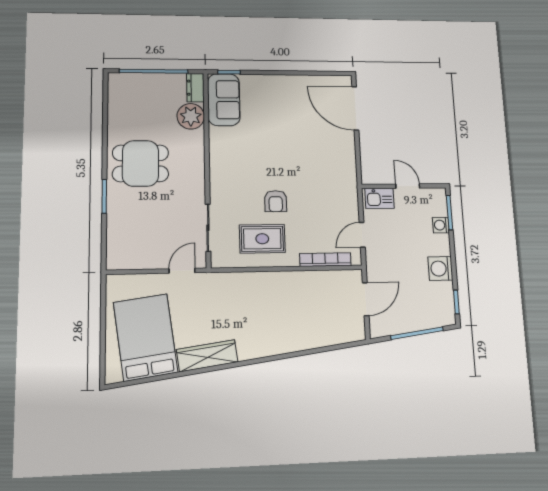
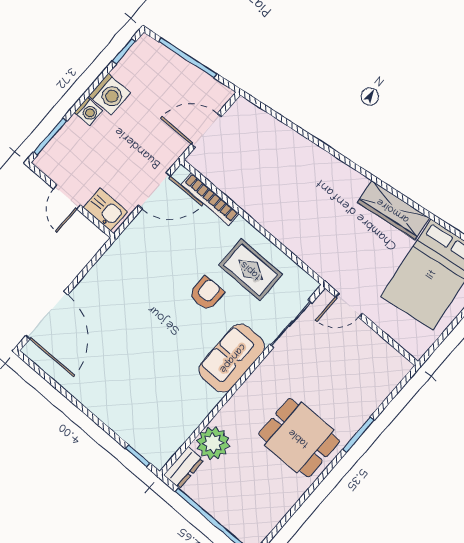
sofa: (224, 100) -> (232, 358), moved
washing machine: (441, 225) -> (88, 112), moved
door: (362, 235) -> (154, 191), width x1.38

